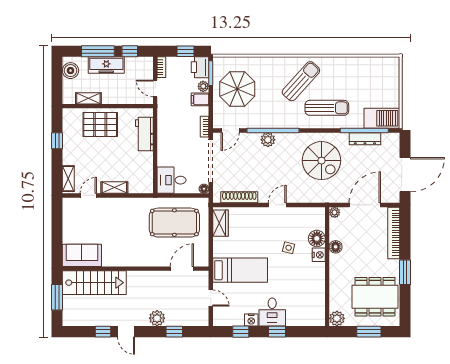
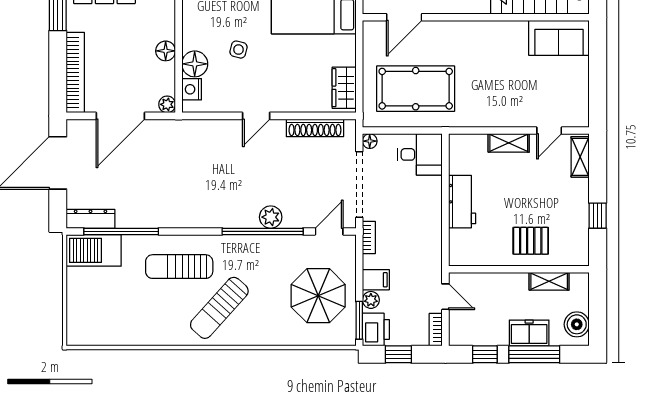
freezer: (106, 65) -> (529, 333), width x0.71
pallet: (100, 124) -> (531, 241), width x0.67, depth x0.71
workbench: (144, 134) -> (462, 202), moved
dresser: (365, 139) -> (91, 219), moved
spiral stairs: (321, 161) -> (187, 185), removed
nightstand: (319, 255) -> (192, 89), moved

